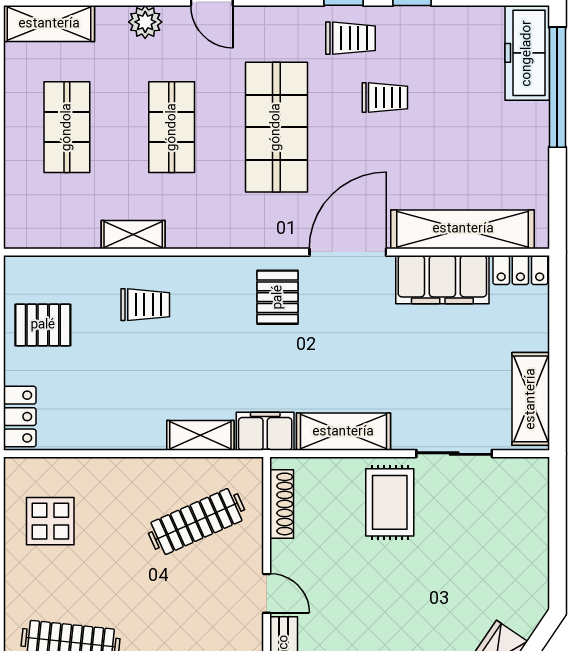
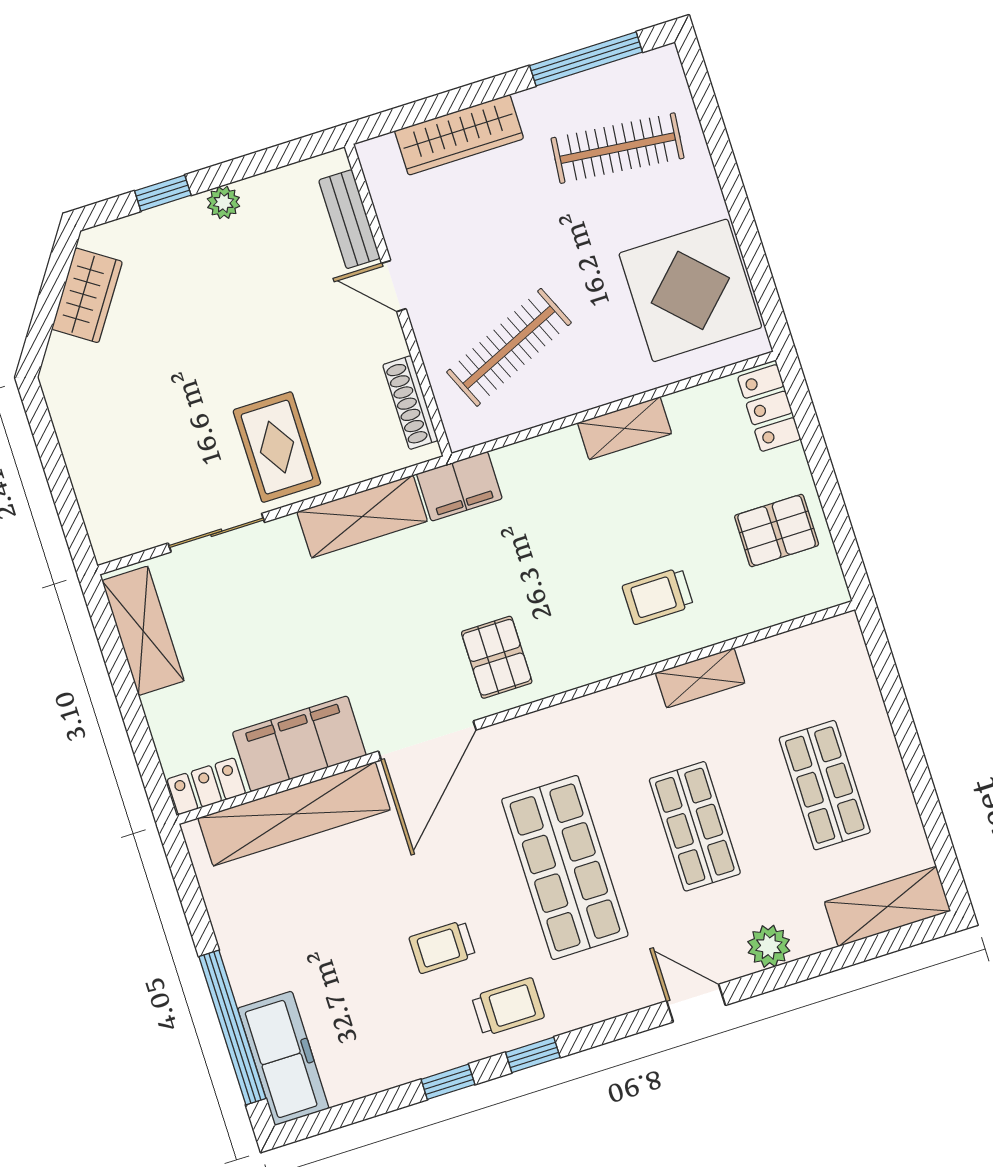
trolley: (351, 38) -> (508, 1007), turned 180
shelving: (200, 435) -> (625, 428), moved
display table: (50, 521) -> (690, 290), width x1.86, depth x1.86

